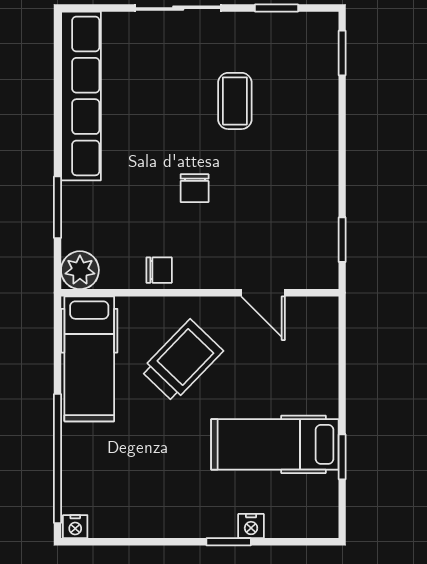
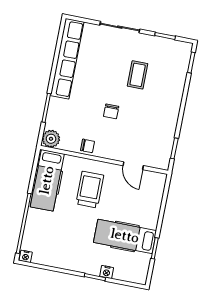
trolley: (182, 361) -> (90, 190), turned -44

